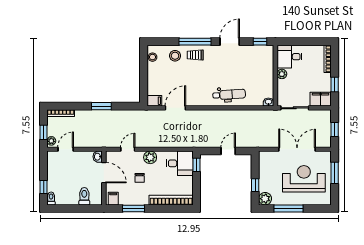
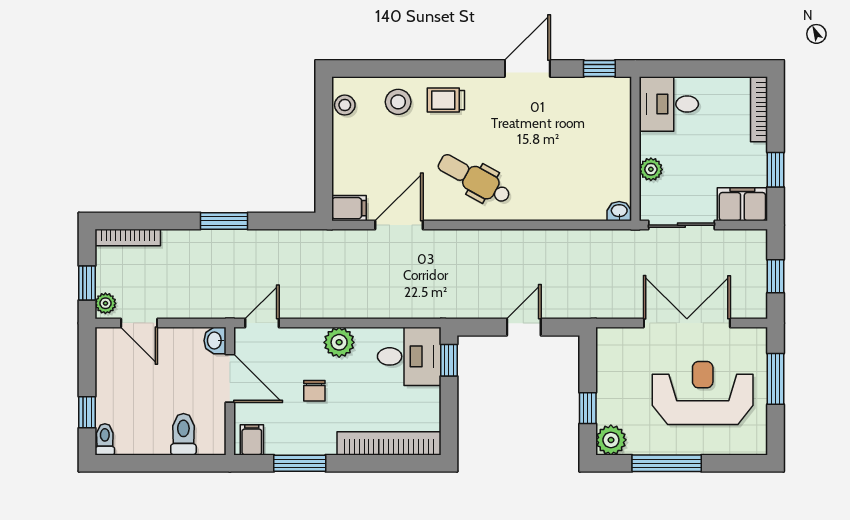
window: (195, 42) -> (446, 69), removed
plant: (282, 74) -> (651, 169), moved
dental chair: (229, 95) -> (474, 179), moved, turned -147
door: (66, 149) -> (139, 323), swing flipped
door: (128, 149) -> (262, 323), moved

